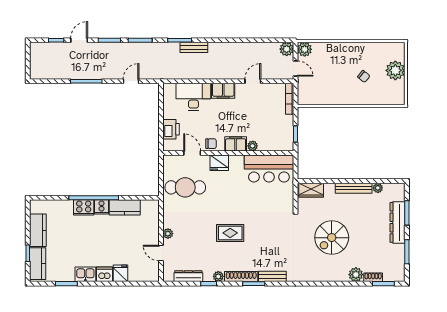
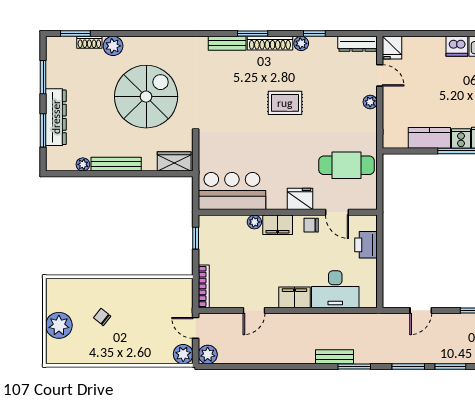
spiral stairs: (332, 238) -> (146, 97), width x1.37, depth x1.37
fridge: (121, 273) -> (392, 48), moved
dresser: (188, 276) -> (358, 44), moved

